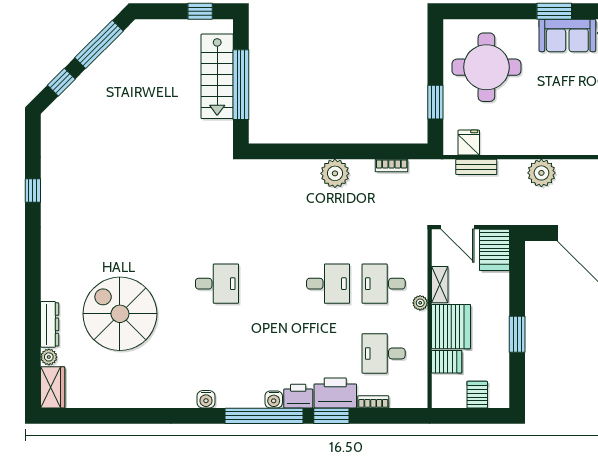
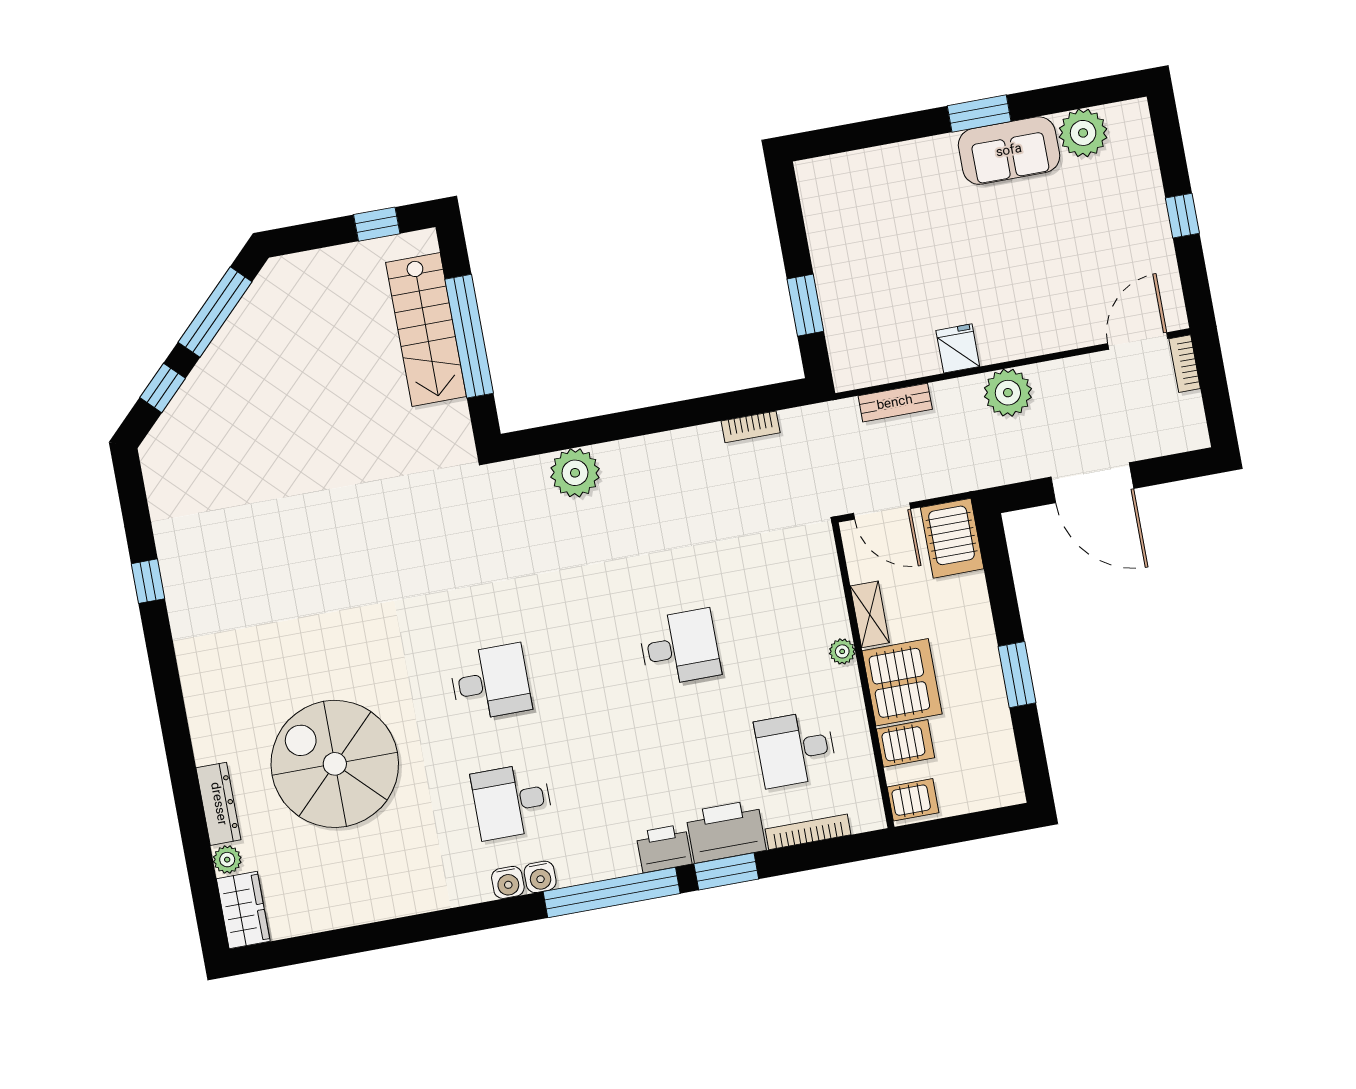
round table: (486, 67) -> (881, 230), removed
fridge: (469, 143) -> (958, 348), moved
plant: (335, 173) -> (575, 473), moved
desk: (384, 284) -> (512, 801), moved
server rack: (477, 395) -> (913, 800), moved, turned 90
water cooler: (274, 399) -> (540, 877), moved
bookcase: (373, 402) -> (808, 832), width x1.56

